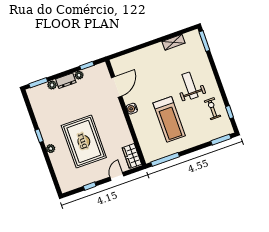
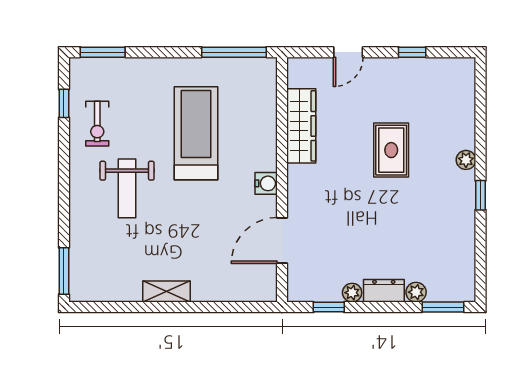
shelving: (174, 42) -> (166, 292), moved
rug: (84, 141) -> (391, 150), width x0.54, depth x0.49
wardrobe: (132, 156) -> (301, 126), moved, width x1.50

